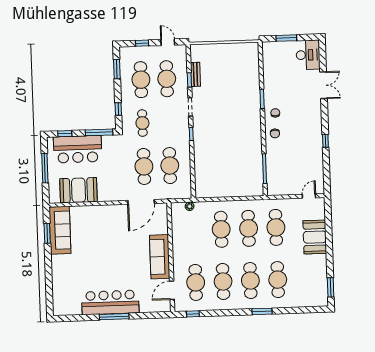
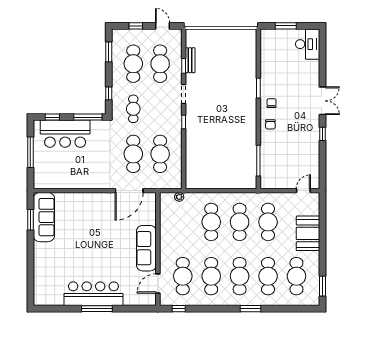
double door: (324, 85) -> (323, 101), moved
booth: (78, 190) -> (65, 176), removed
cafe table: (305, 279) -> (296, 276), added

